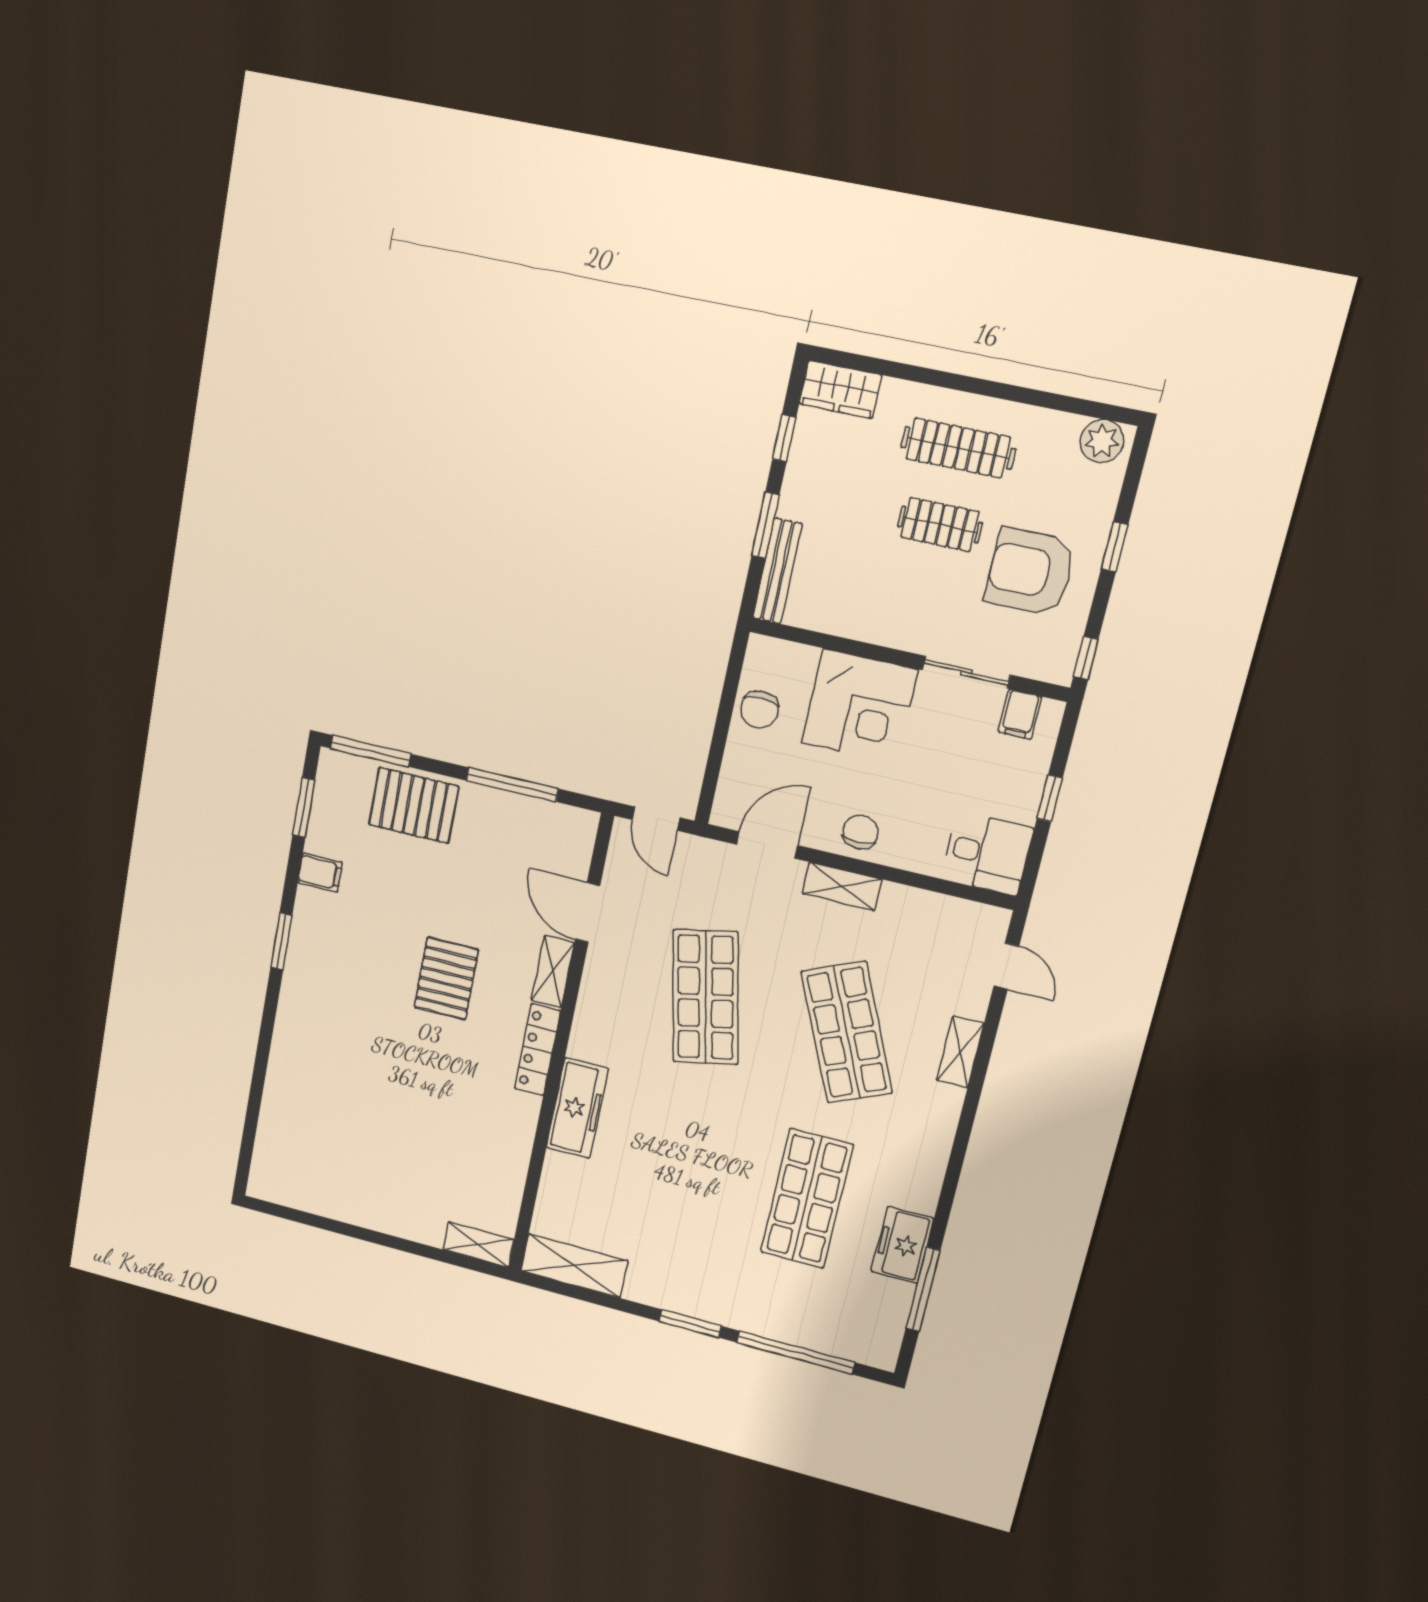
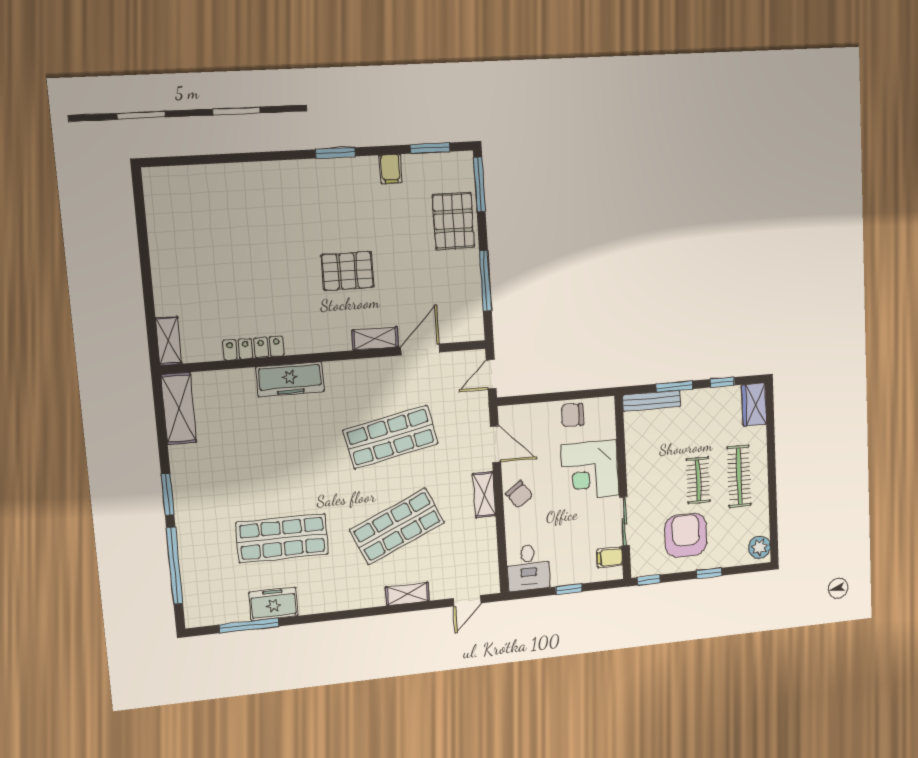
chair: (860, 832) -> (519, 494), turned 54
locker: (537, 1050) -> (253, 348), moved

